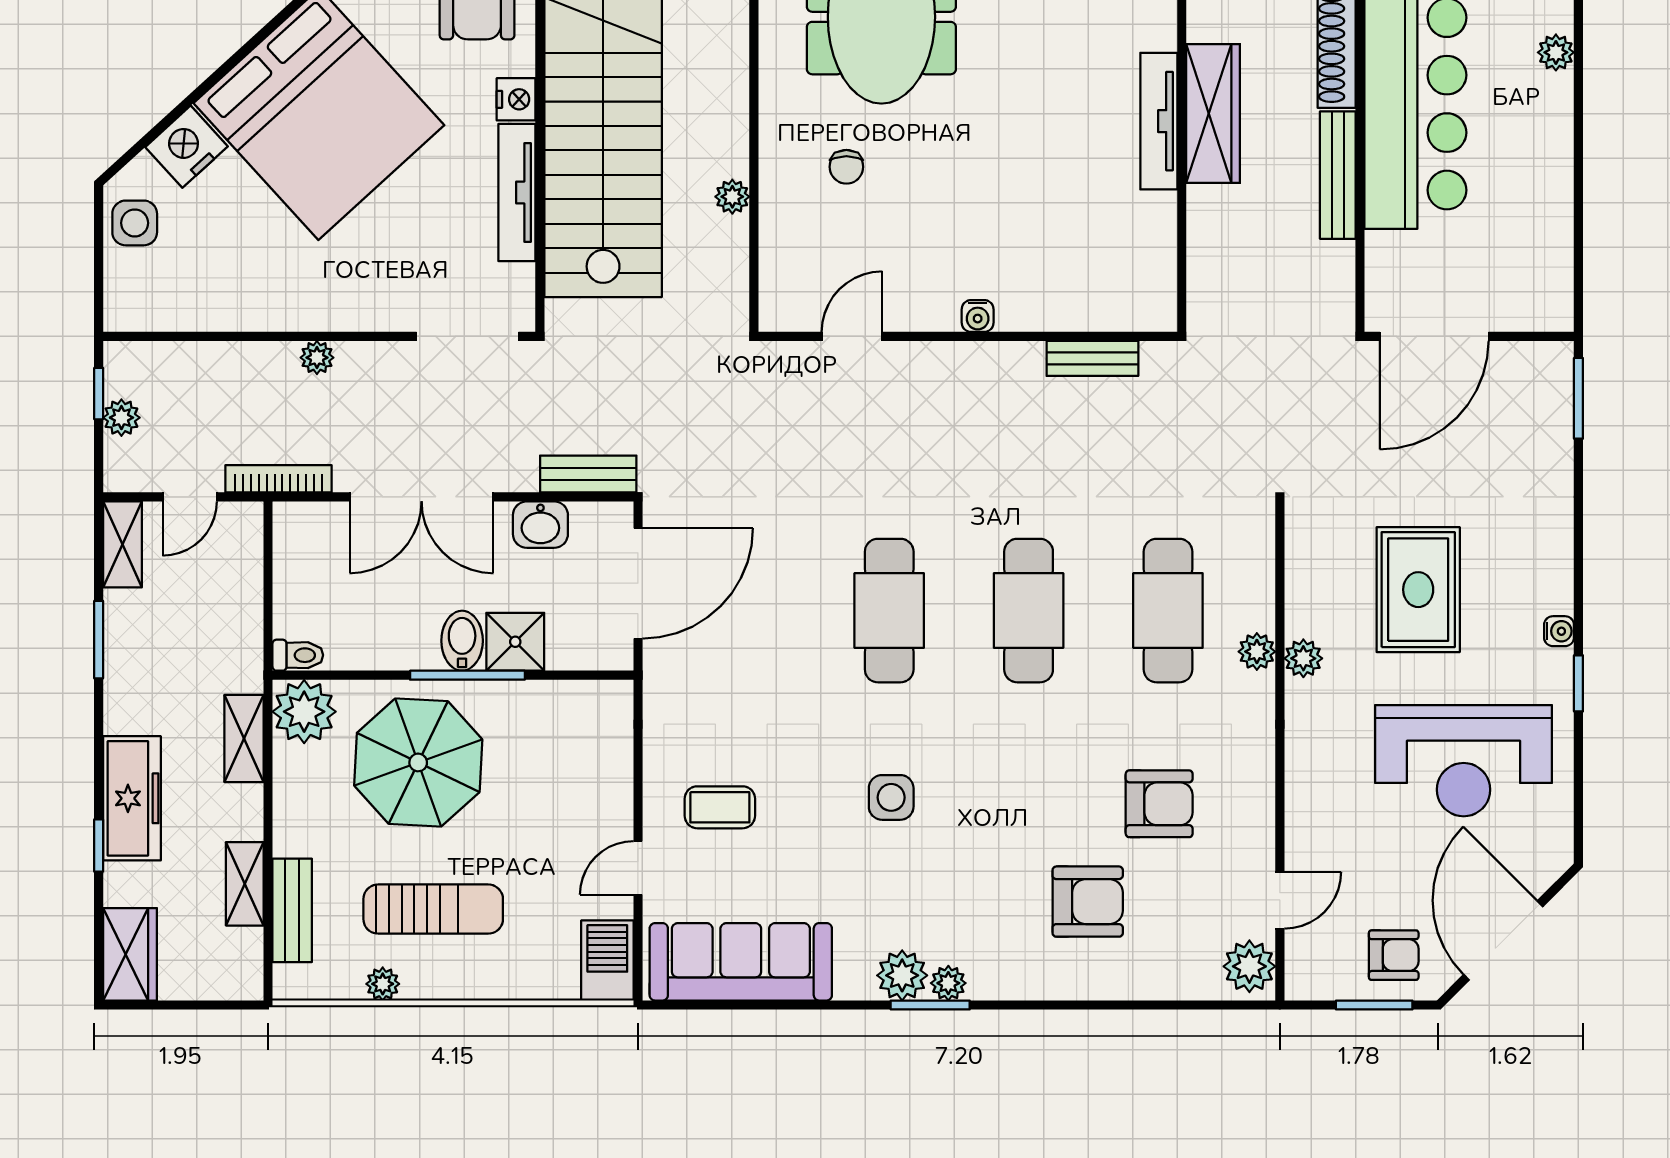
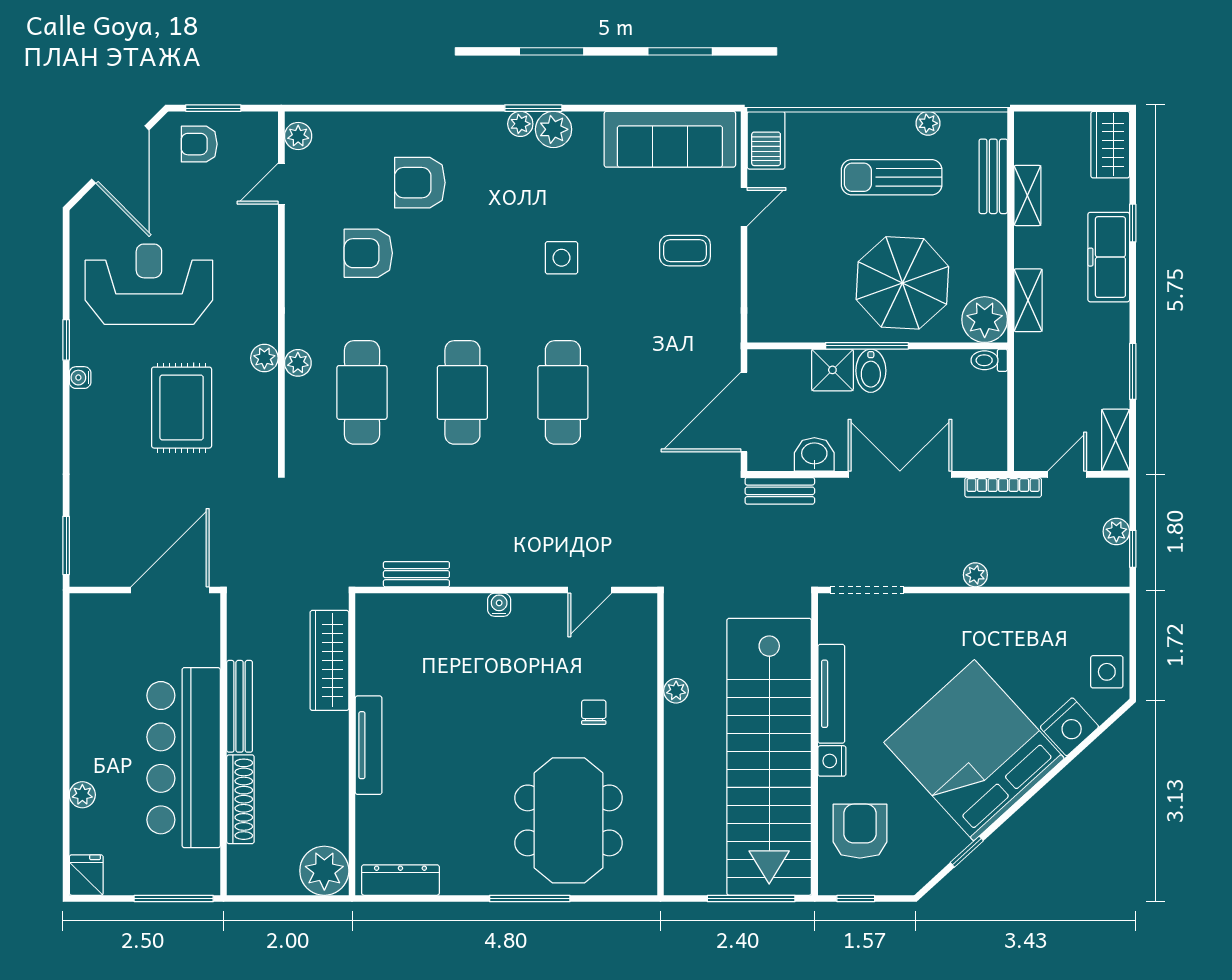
wardrobe: (1213, 113) -> (329, 660), moved
plant: (1249, 966) -> (298, 136), width x0.73, depth x0.73

